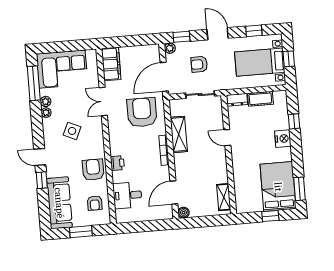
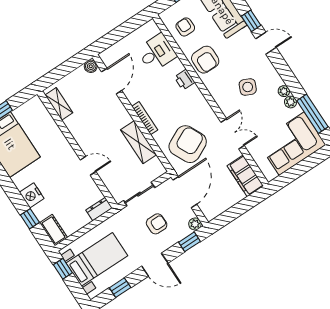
window: (289, 59) -> (63, 269), moved
cot: (260, 99) -> (53, 230), moved, turned 90
armchair: (142, 112) -> (188, 144), turned -116

